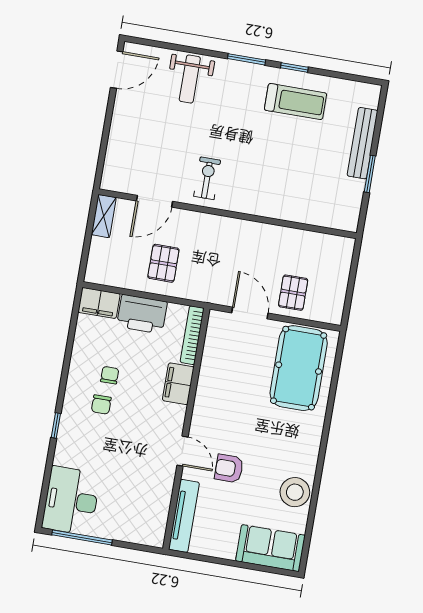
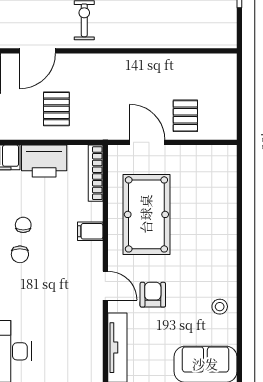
pool table: (299, 368) -> (146, 214), moved
filing cabinet: (178, 384) -> (90, 231), width x0.50
armchair: (229, 468) -> (153, 295), turned 90
stool: (295, 492) -> (220, 307), width x0.53, depth x0.53

